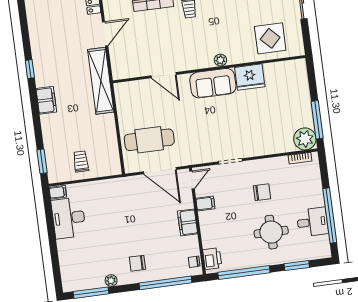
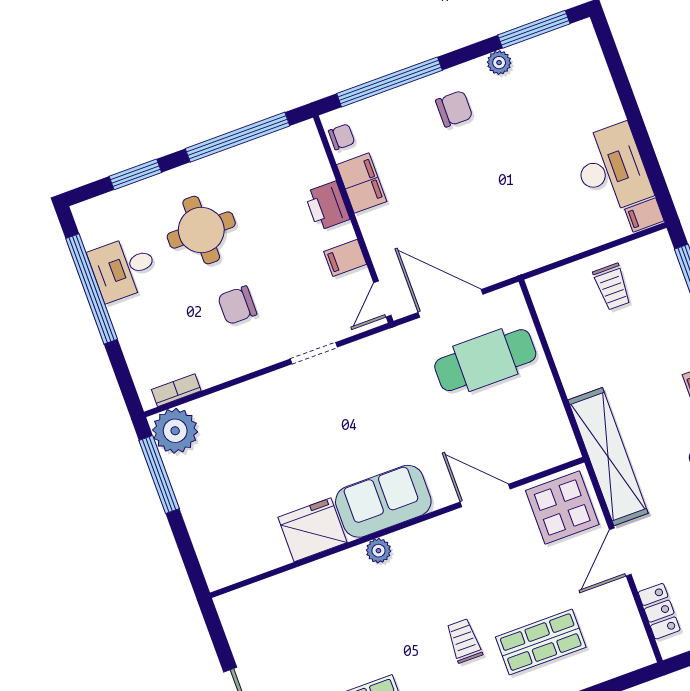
display table: (270, 38) -> (562, 508), moved
filing cabinet: (188, 222) -> (362, 183), moved
printer: (212, 259) -> (327, 206), moved

